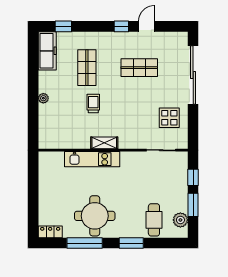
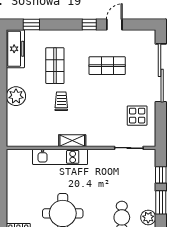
plant: (43, 98) -> (16, 96), width x1.87, depth x1.87

